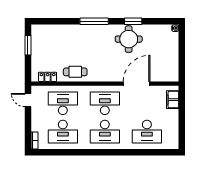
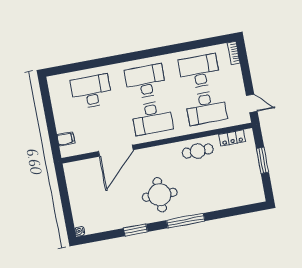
round table: (129, 39) -> (160, 195), moved
window: (28, 45) -> (262, 160), moved
filing cabinet: (173, 100) -> (66, 139), width x0.50

